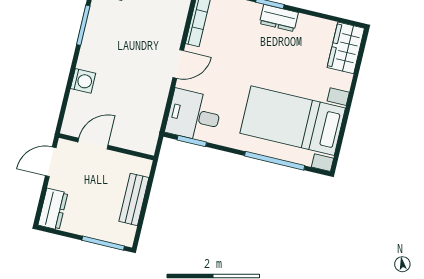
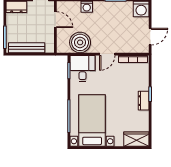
door: (178, 64) -> (107, 54), hinge flipped
boiler: (145, 109) -> (80, 42), added
bench: (134, 199) -> (27, 48), width x1.36

